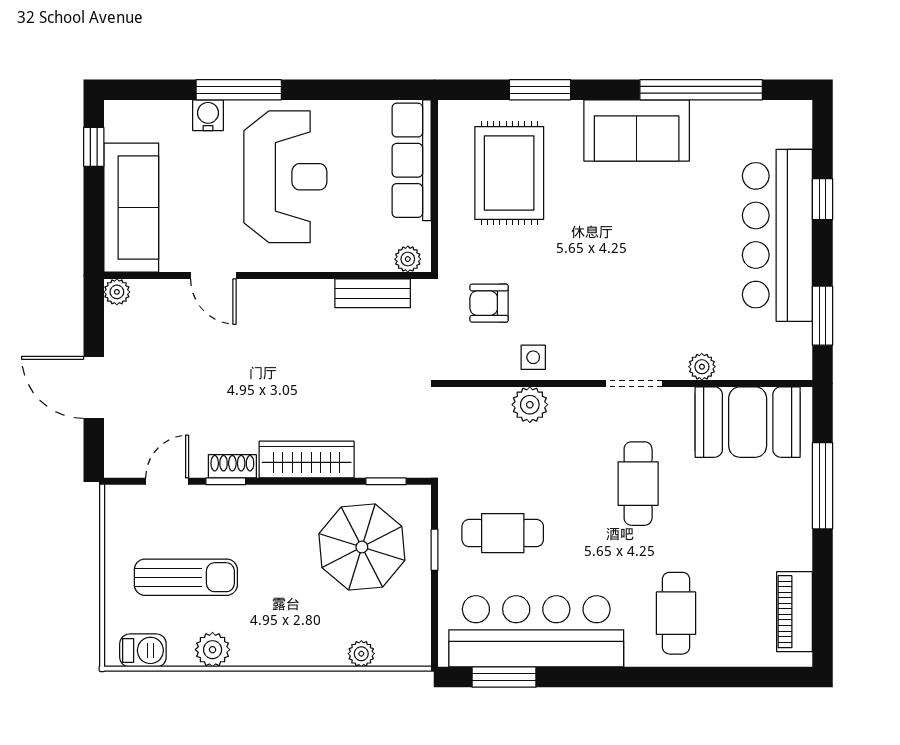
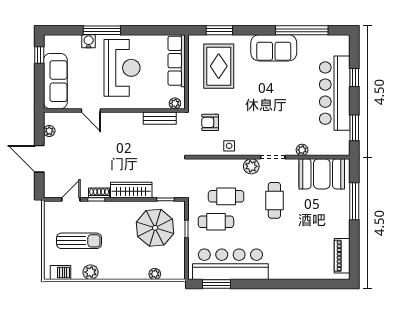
window: (540, 90) -> (219, 30), moved
plant: (117, 292) -> (49, 131), moved
plant: (530, 405) -> (251, 166), moved
cafe table: (676, 613) -> (226, 196), moved, turned 90

